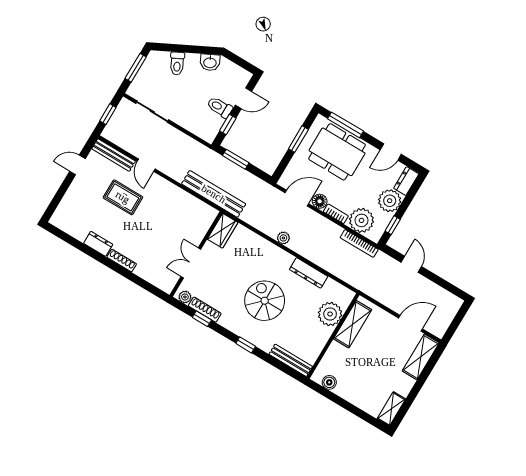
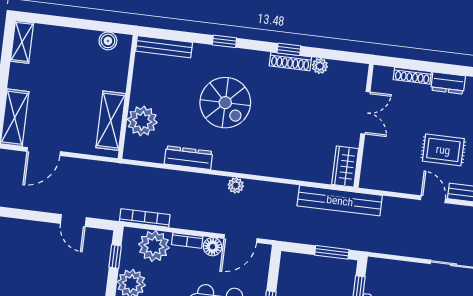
wardrobe: (223, 231) -> (345, 167), moved
wall: (196, 254) -> (364, 126), moved
double door: (191, 263) -> (365, 113), moved

